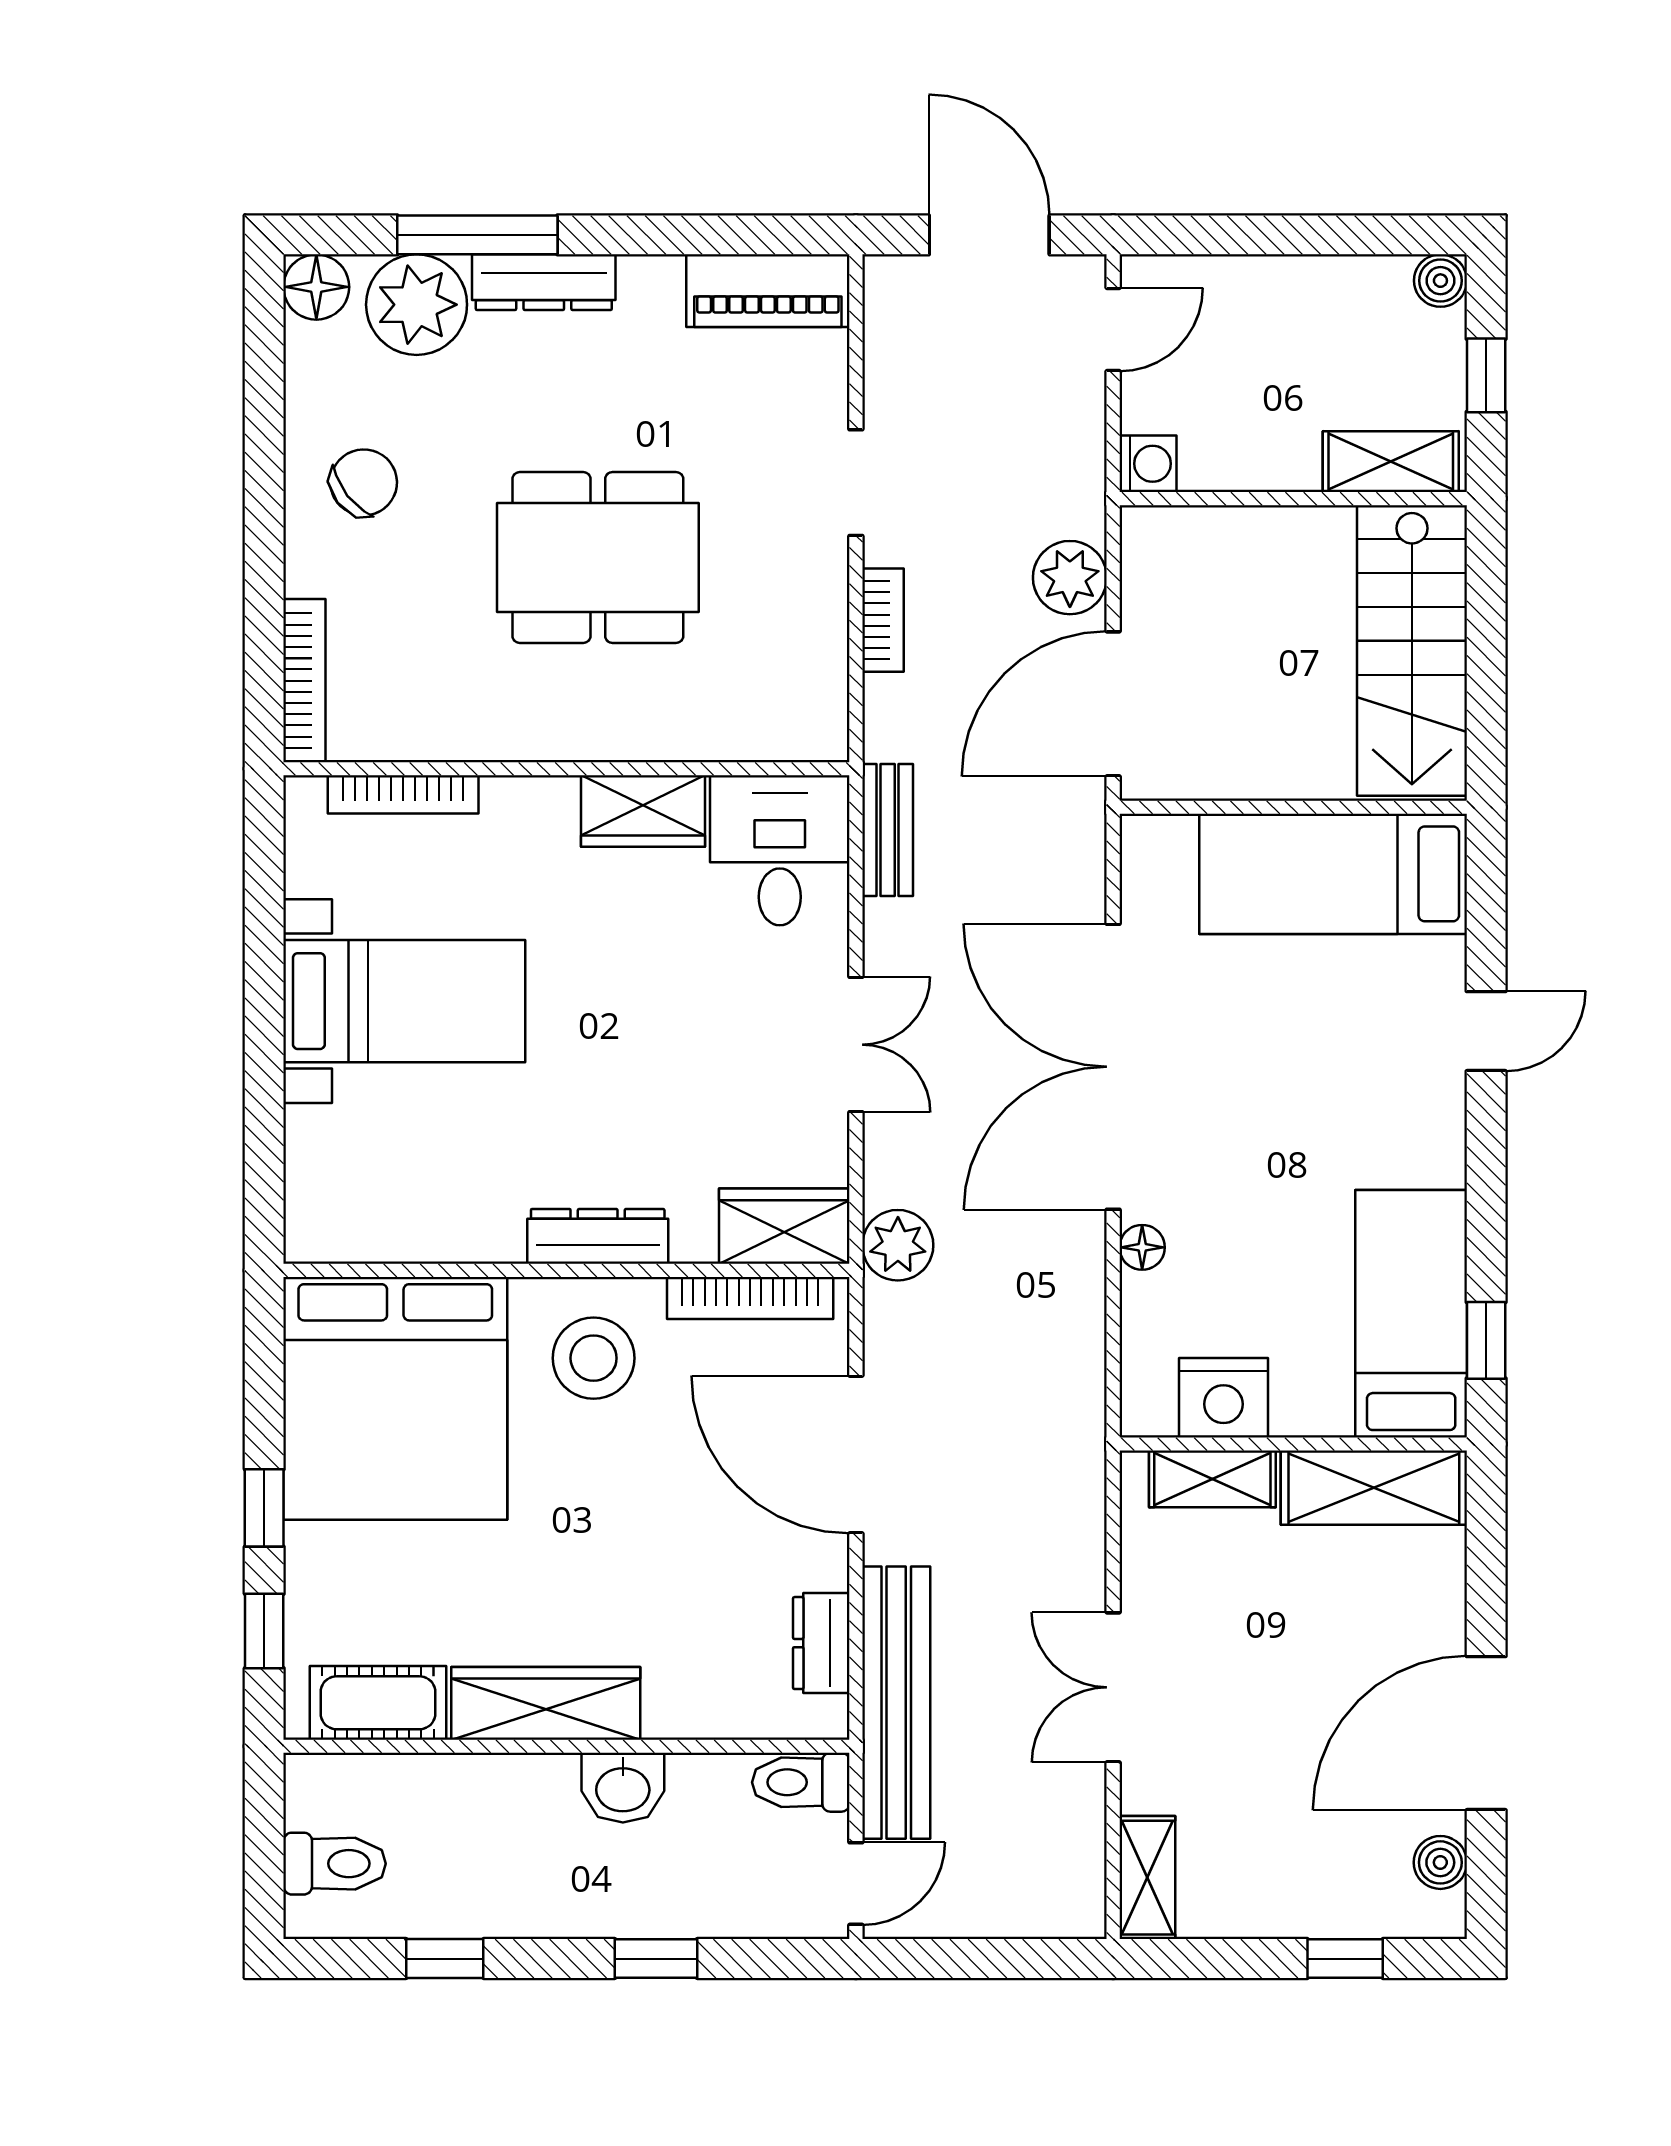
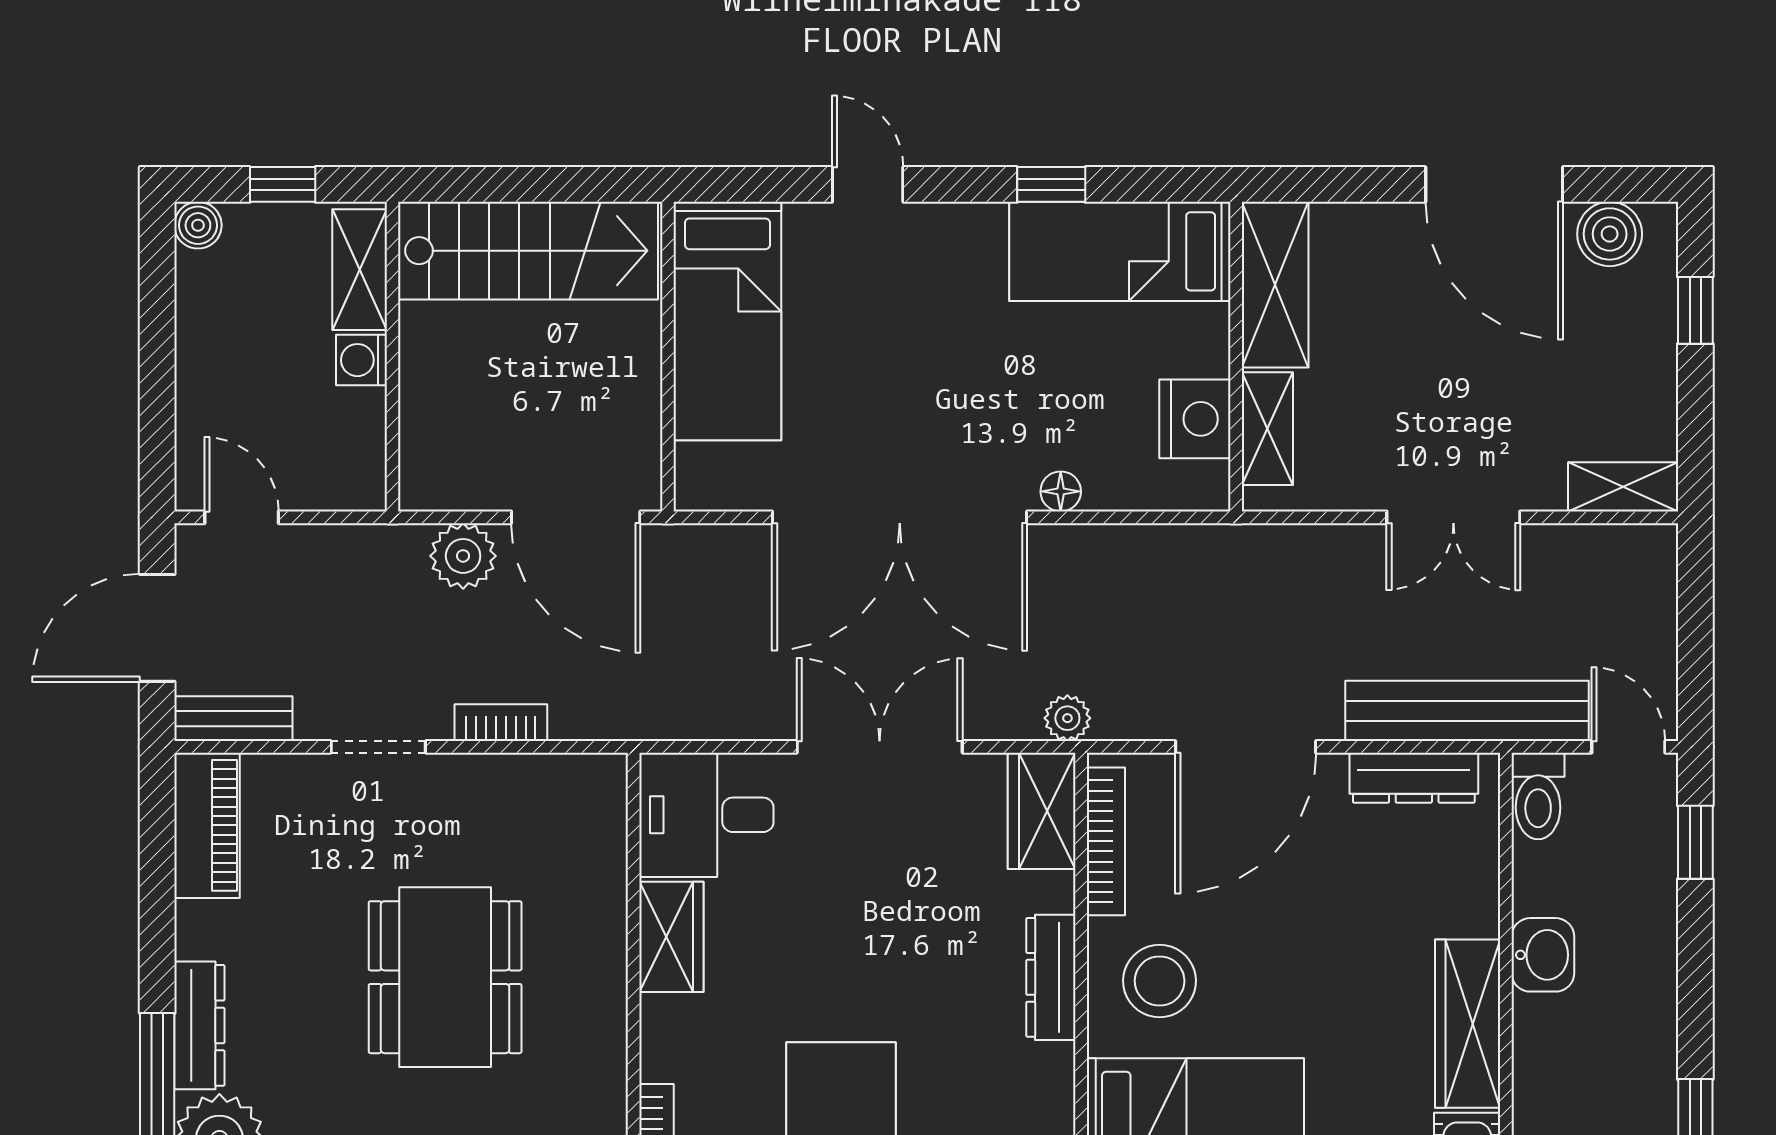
washing machine: (1148, 464) -> (361, 360), moved, turned -90
bench: (888, 830) -> (233, 719), moved
double door: (856, 1045) -> (880, 747), width x1.37
plant: (898, 1245) -> (1067, 718), width x0.73, depth x0.73
window: (1486, 1340) -> (1051, 184), moved
dresser: (821, 1643) -> (1414, 778), width x1.44
boiler: (1440, 1862) -> (1610, 234), width x1.36, depth x1.36
window: (656, 1959) -> (1695, 842), moved

